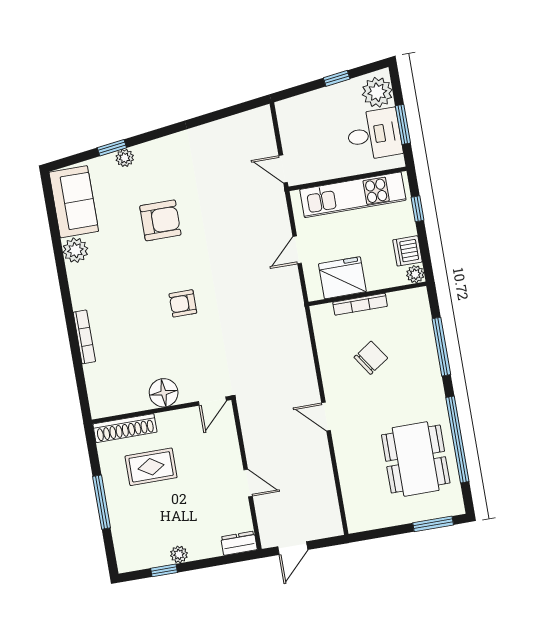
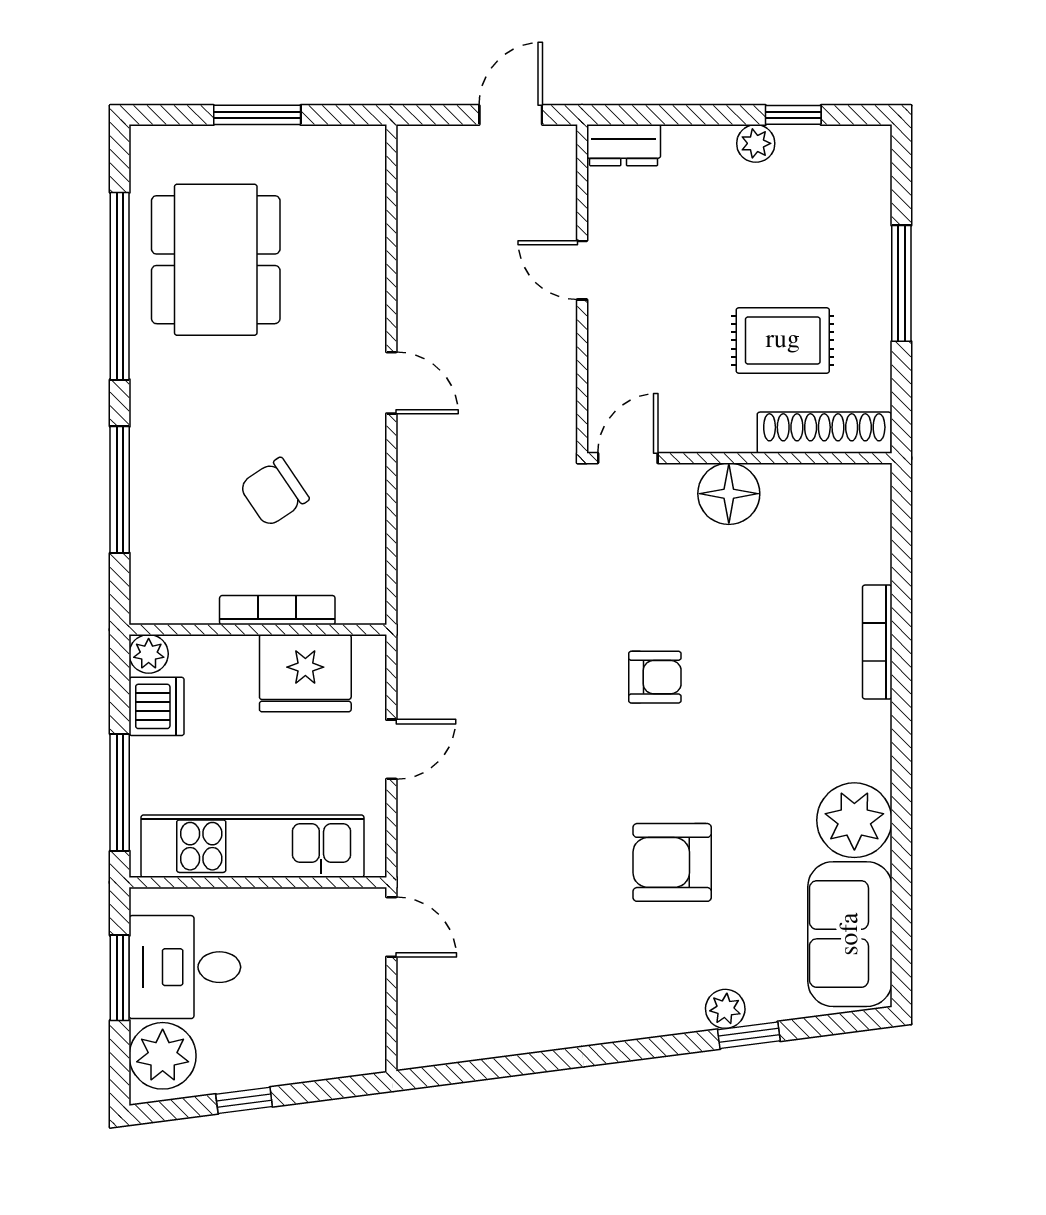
window: (417, 209) -> (120, 793), width x2.17
plant: (75, 250) -> (854, 820), width x1.36, depth x1.36
window: (433, 524) -> (257, 115), moved

